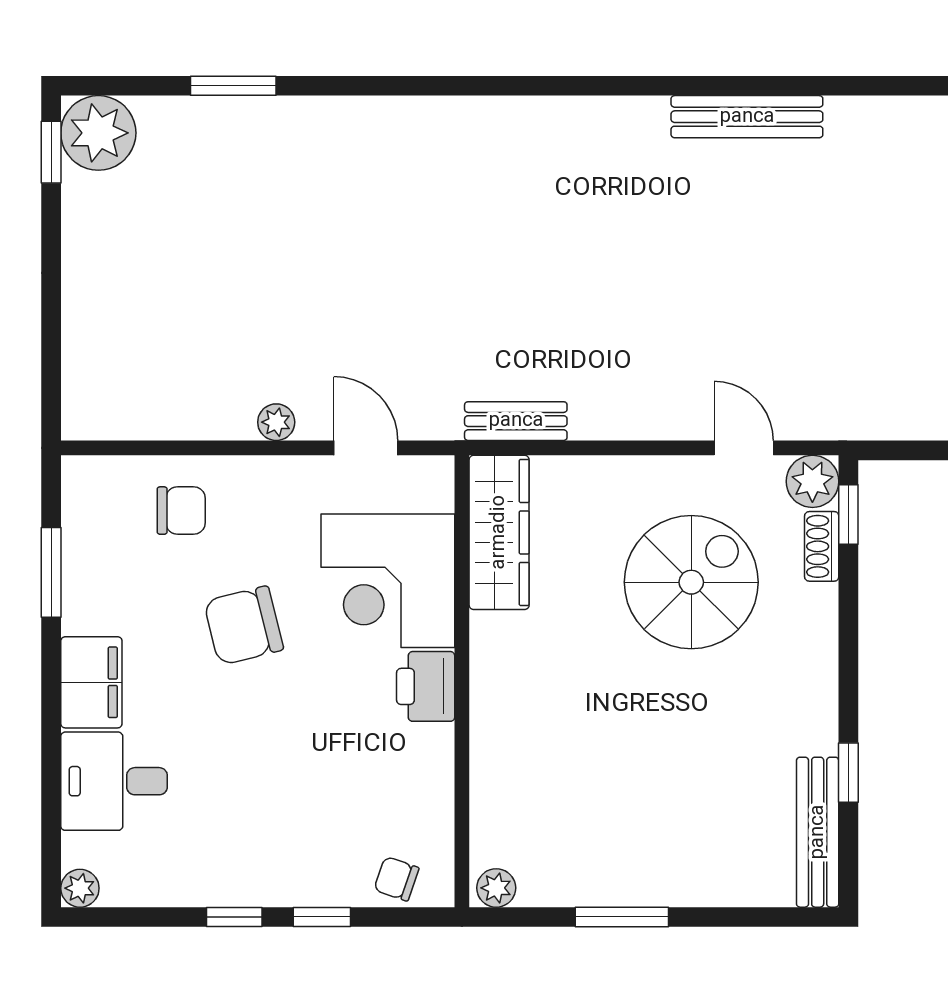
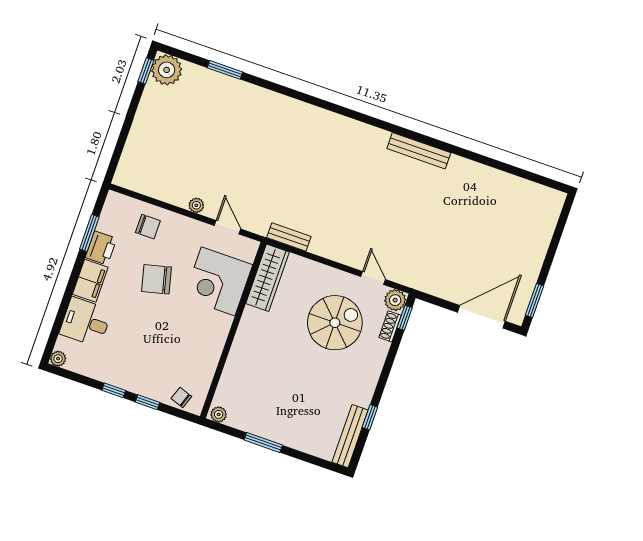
printer: (426, 686) -> (101, 248), moved, turned 180

